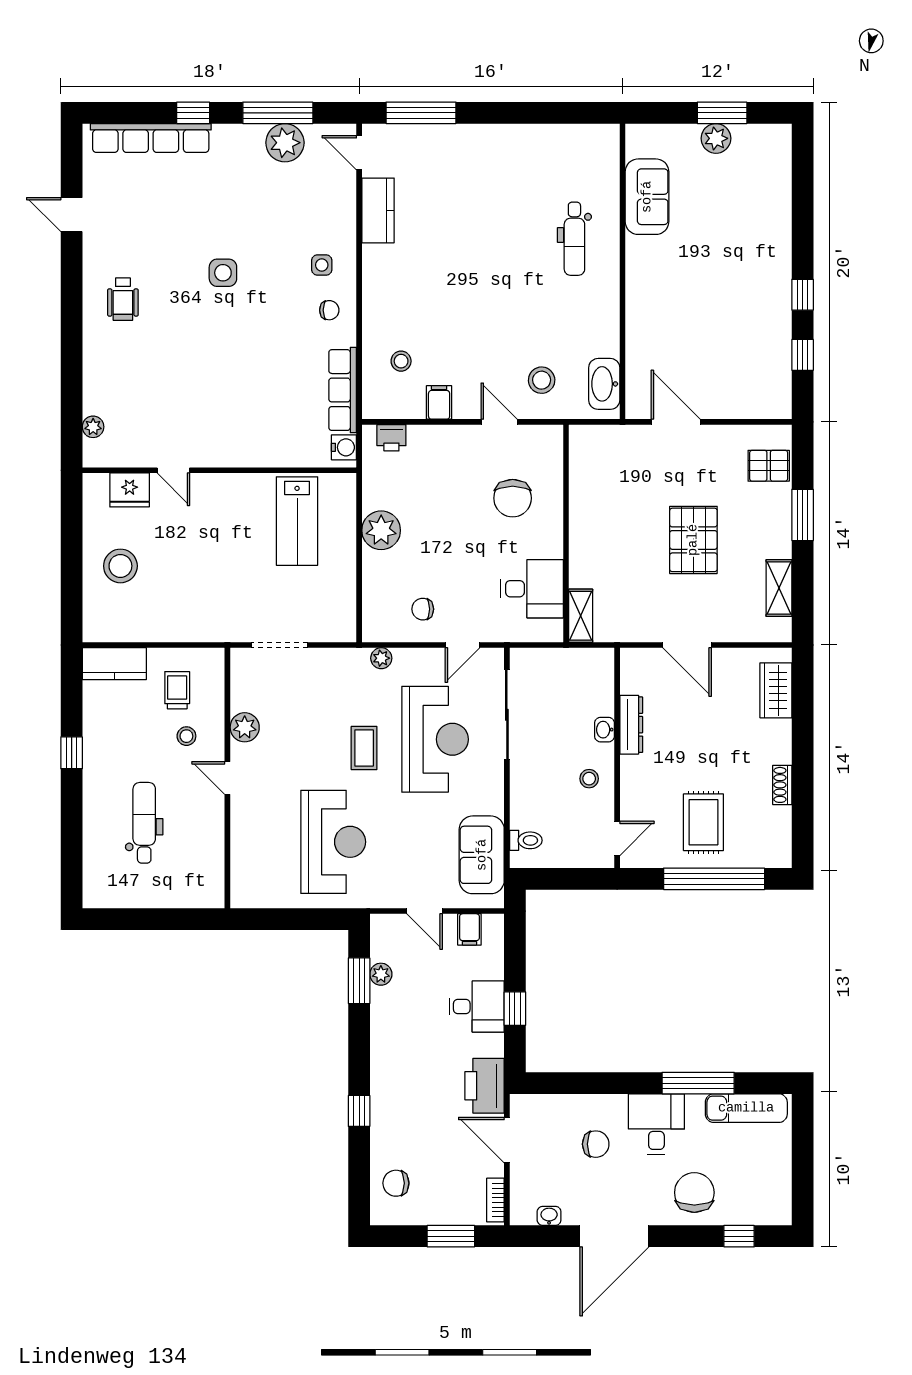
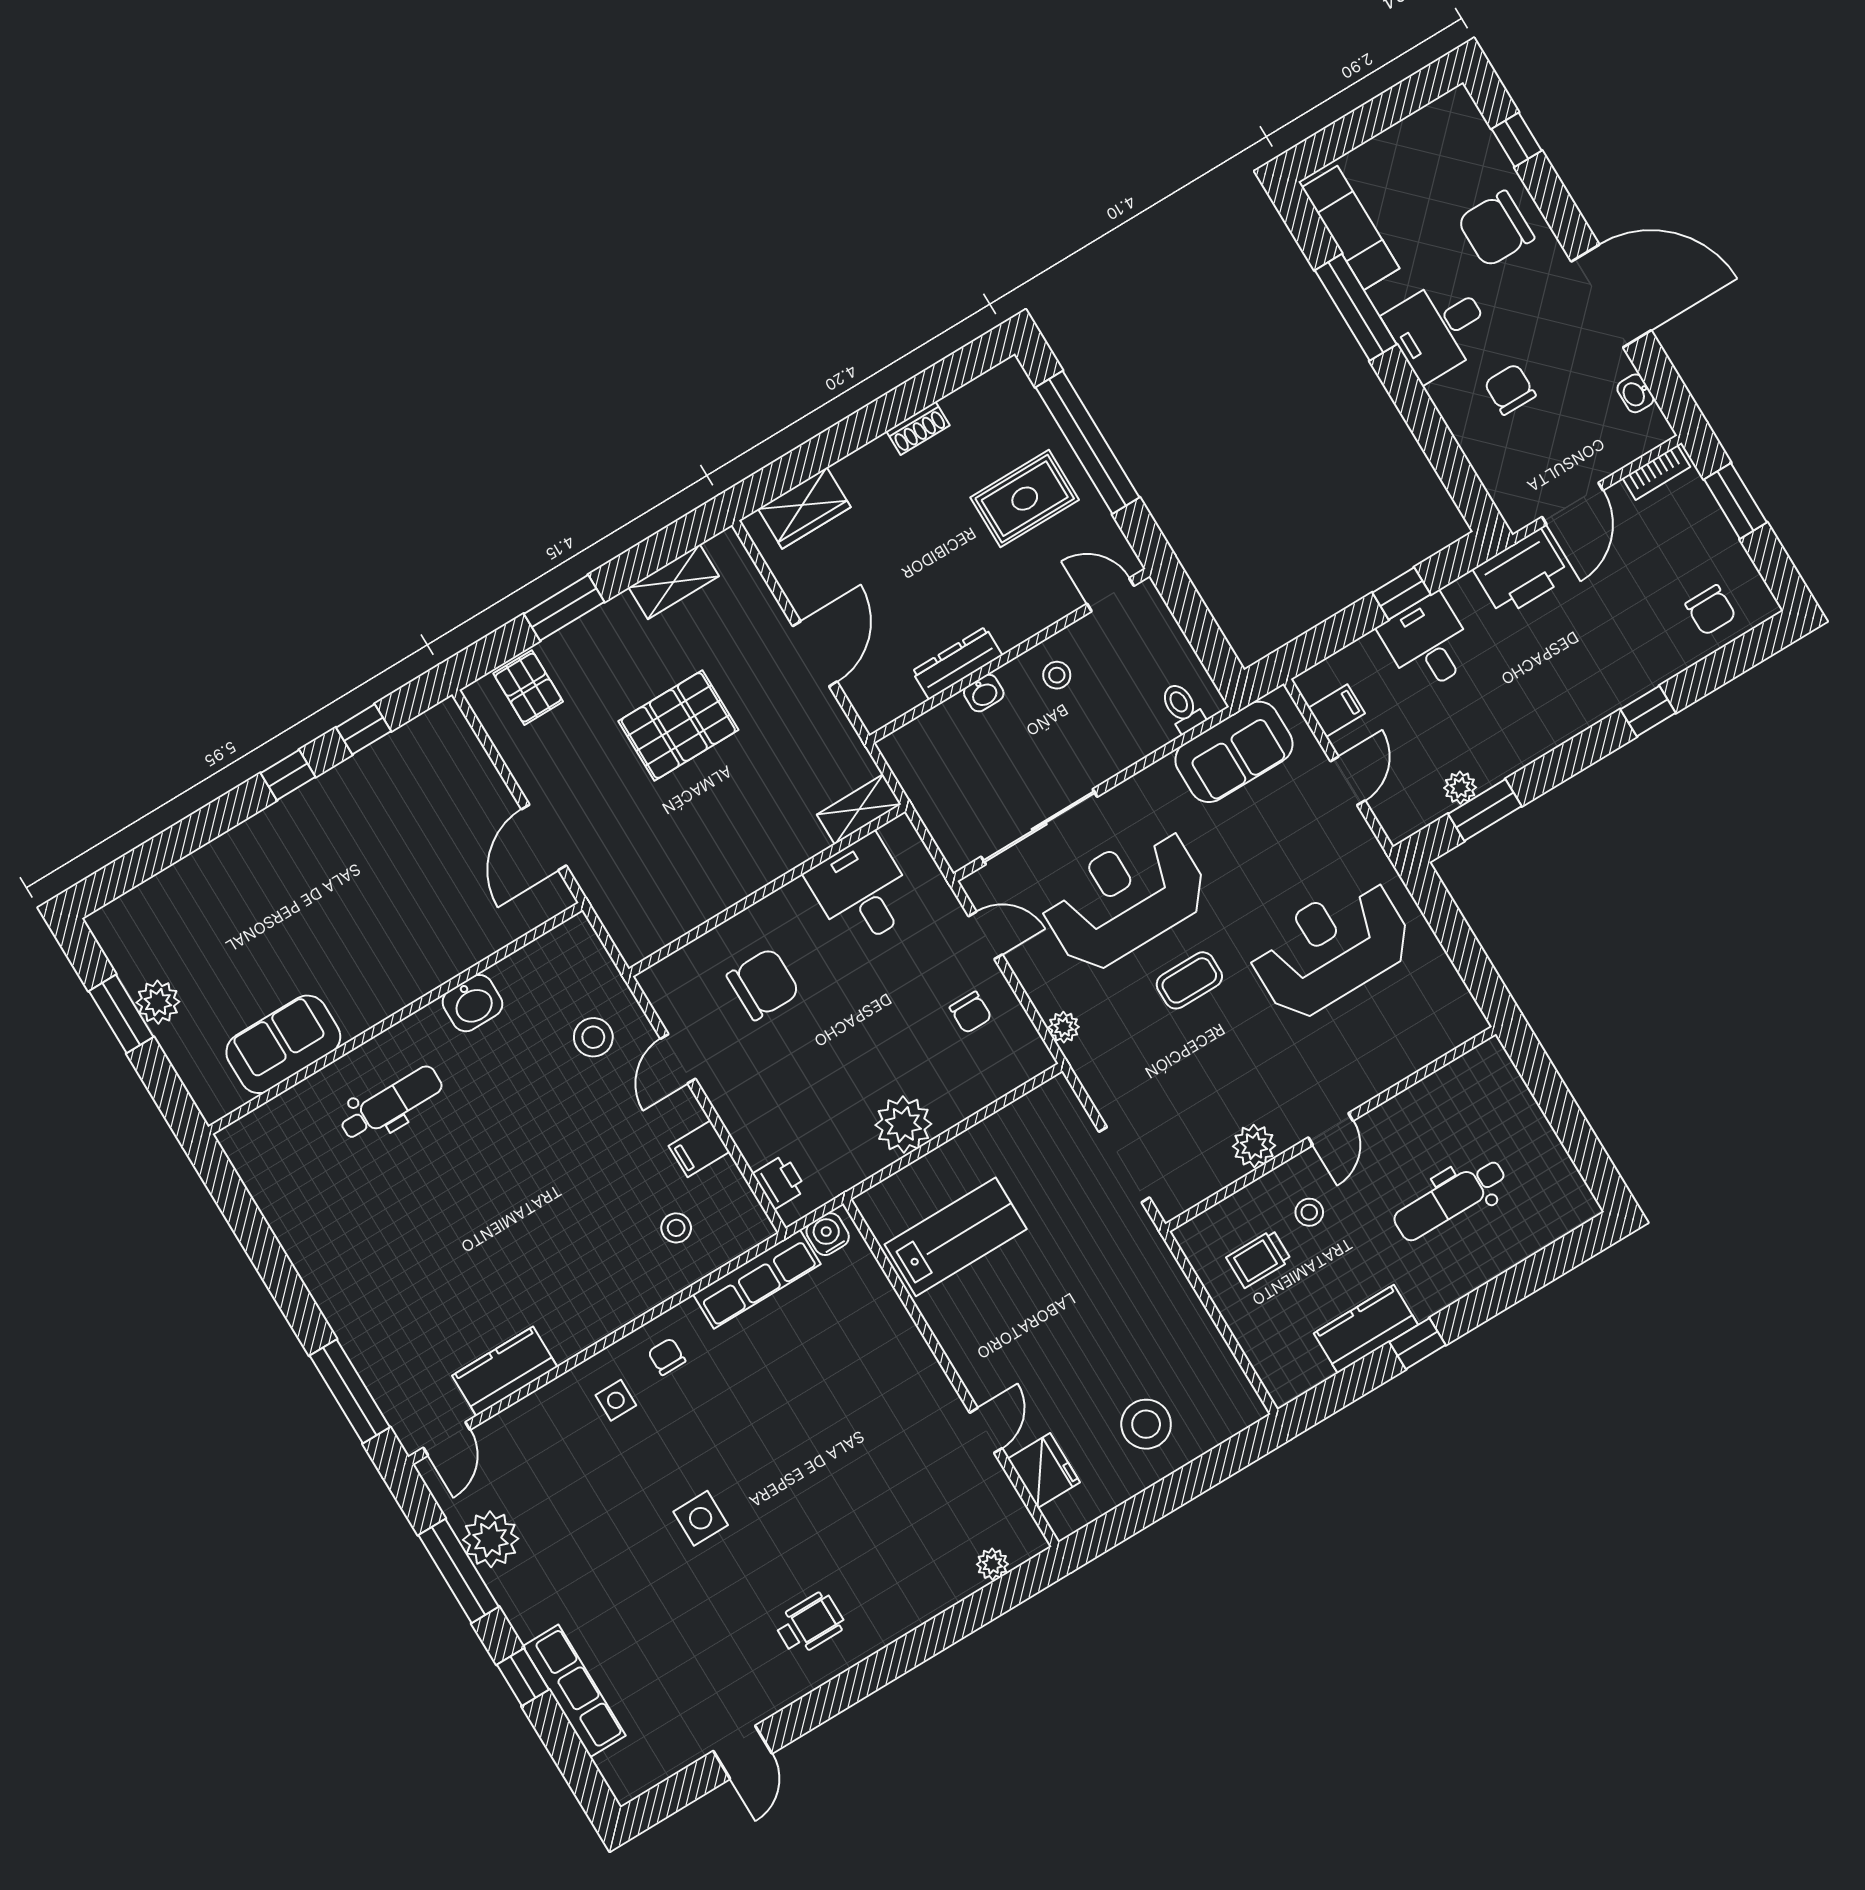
row of seats: (151, 138) -> (574, 1691), width x0.73
washbasin: (604, 384) -> (472, 1003), moved, width x0.72
kitchen counter: (114, 664) -> (1366, 1329), moved, turned -90

